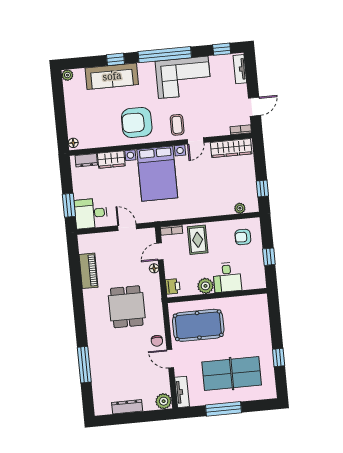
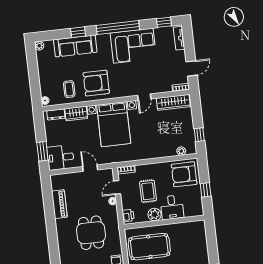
coffee table: (177, 125) -> (69, 89), moved
armchair: (243, 237) -> (184, 174), width x1.88, depth x1.88
rug: (198, 240) -> (148, 191), moved

